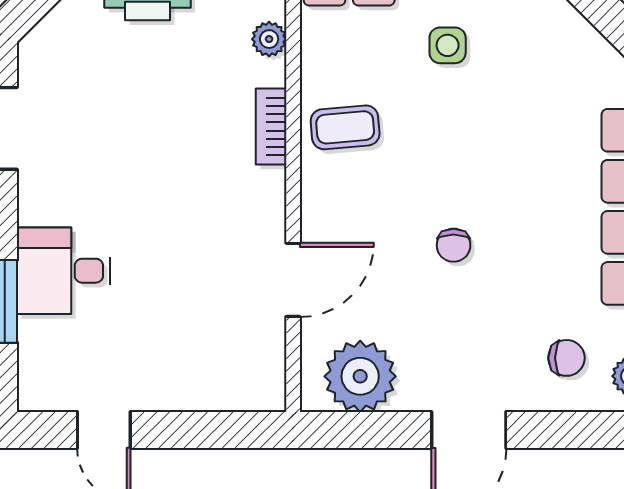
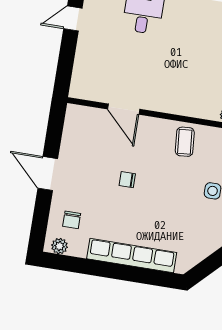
bookcase: (271, 126) -> (190, 110), removed
plant: (360, 376) -> (78, 131), removed

